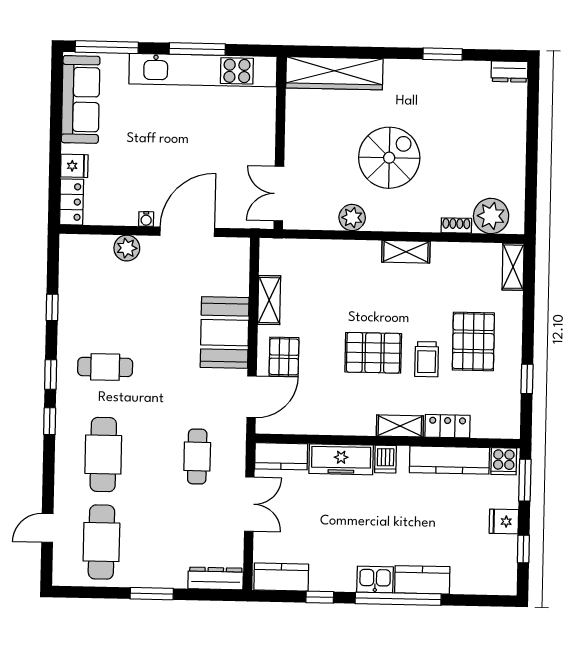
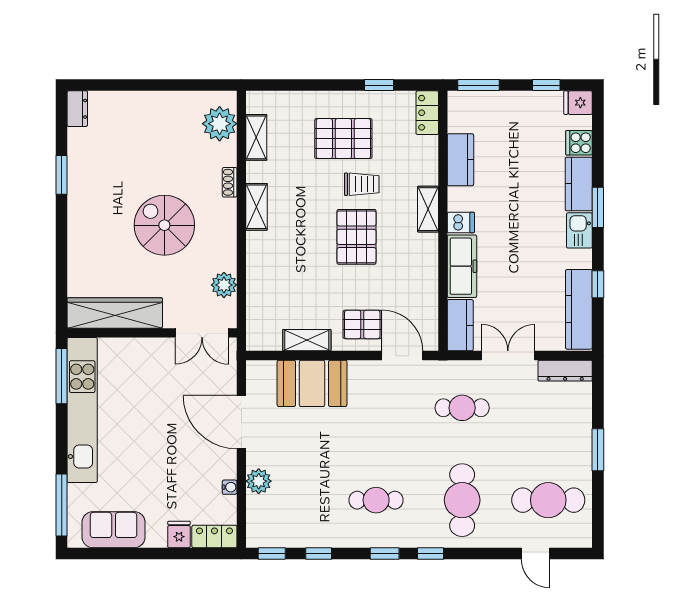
window: (197, 49) -> (62, 376), moved
wardrobe: (334, 73) -> (115, 313), moved, turned -90
sofa: (81, 99) -> (114, 530), width x0.73
plant: (352, 217) -> (224, 285), moved
water cooler: (146, 219) -> (230, 487), moved
shoe rack: (456, 225) -> (230, 182), moved
window: (53, 260) -> (272, 554), added
shelving: (513, 267) -> (256, 137), moved, turned 90
booth: (225, 333) -> (312, 383), moved
cafe table: (105, 367) -> (376, 500), turned 90
locker: (447, 426) -> (427, 113), moved
cafe table: (103, 455) -> (462, 500), turned 90
kitchen counter: (449, 460) -> (460, 160), width x0.67
cooker: (504, 461) -> (579, 143), moved, turned 180
fridge: (504, 522) -> (578, 103), moved, turned 90
kitchen counter: (281, 577) -> (579, 309), width x1.50
dresser: (216, 578) -> (565, 371), moved, turned -90
window: (398, 599) -> (598, 207), width x0.47

